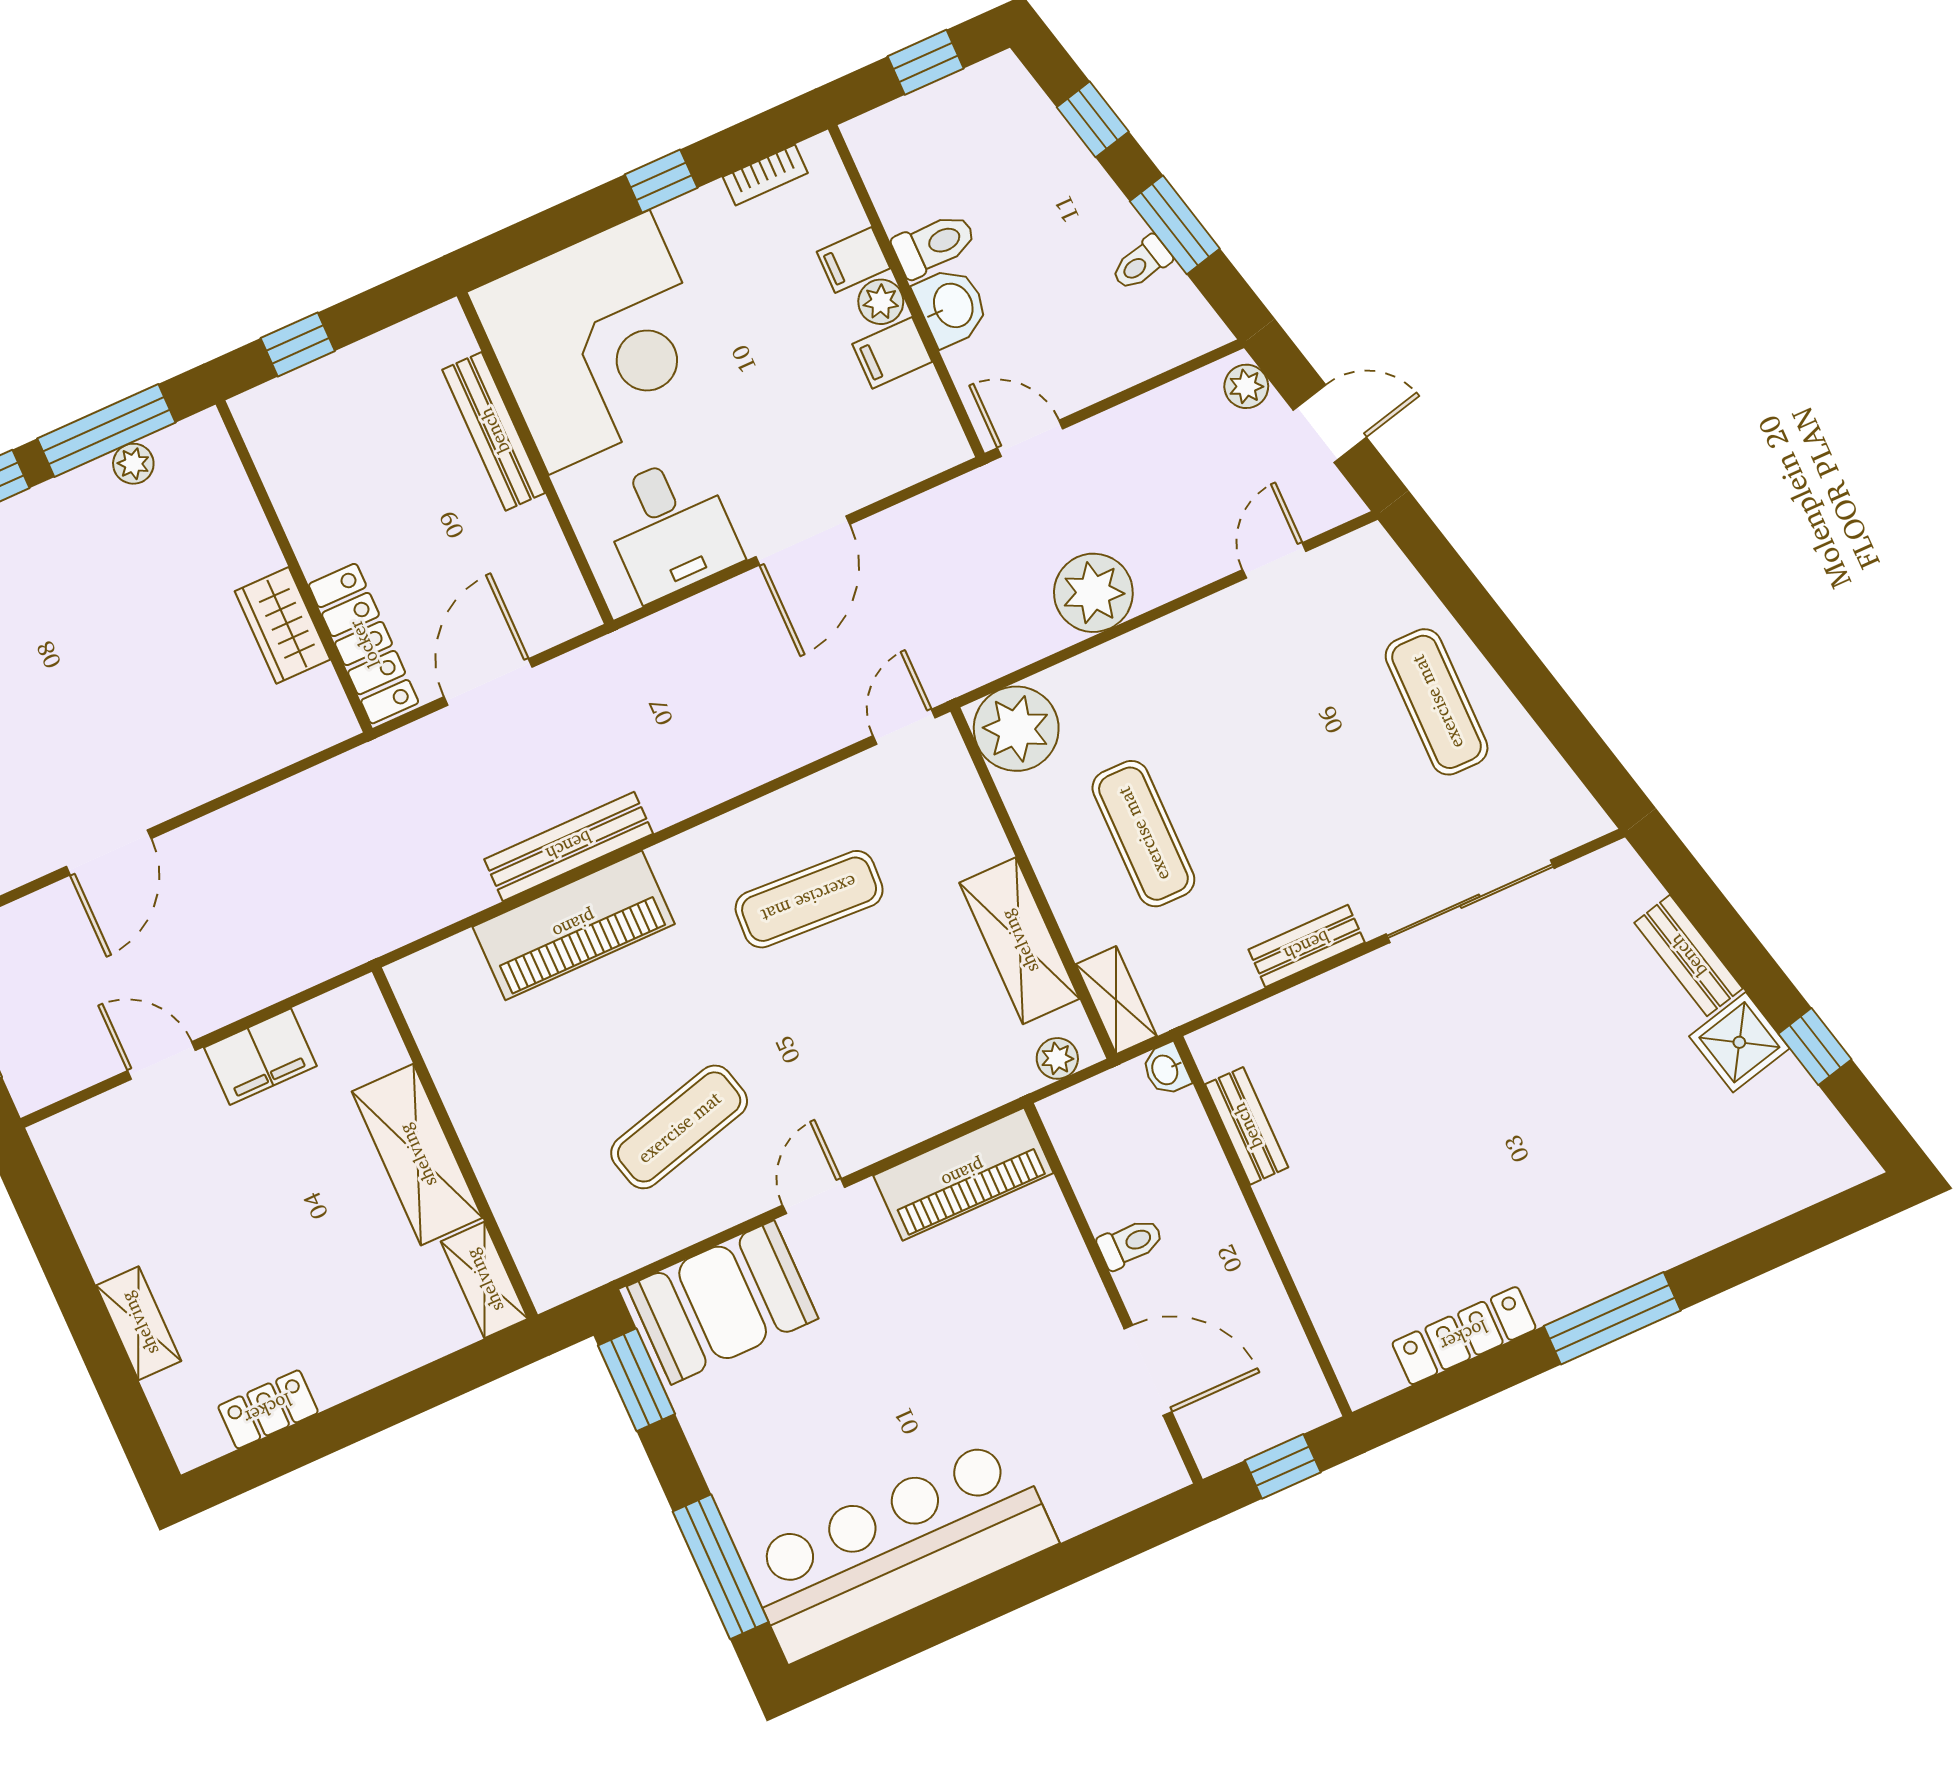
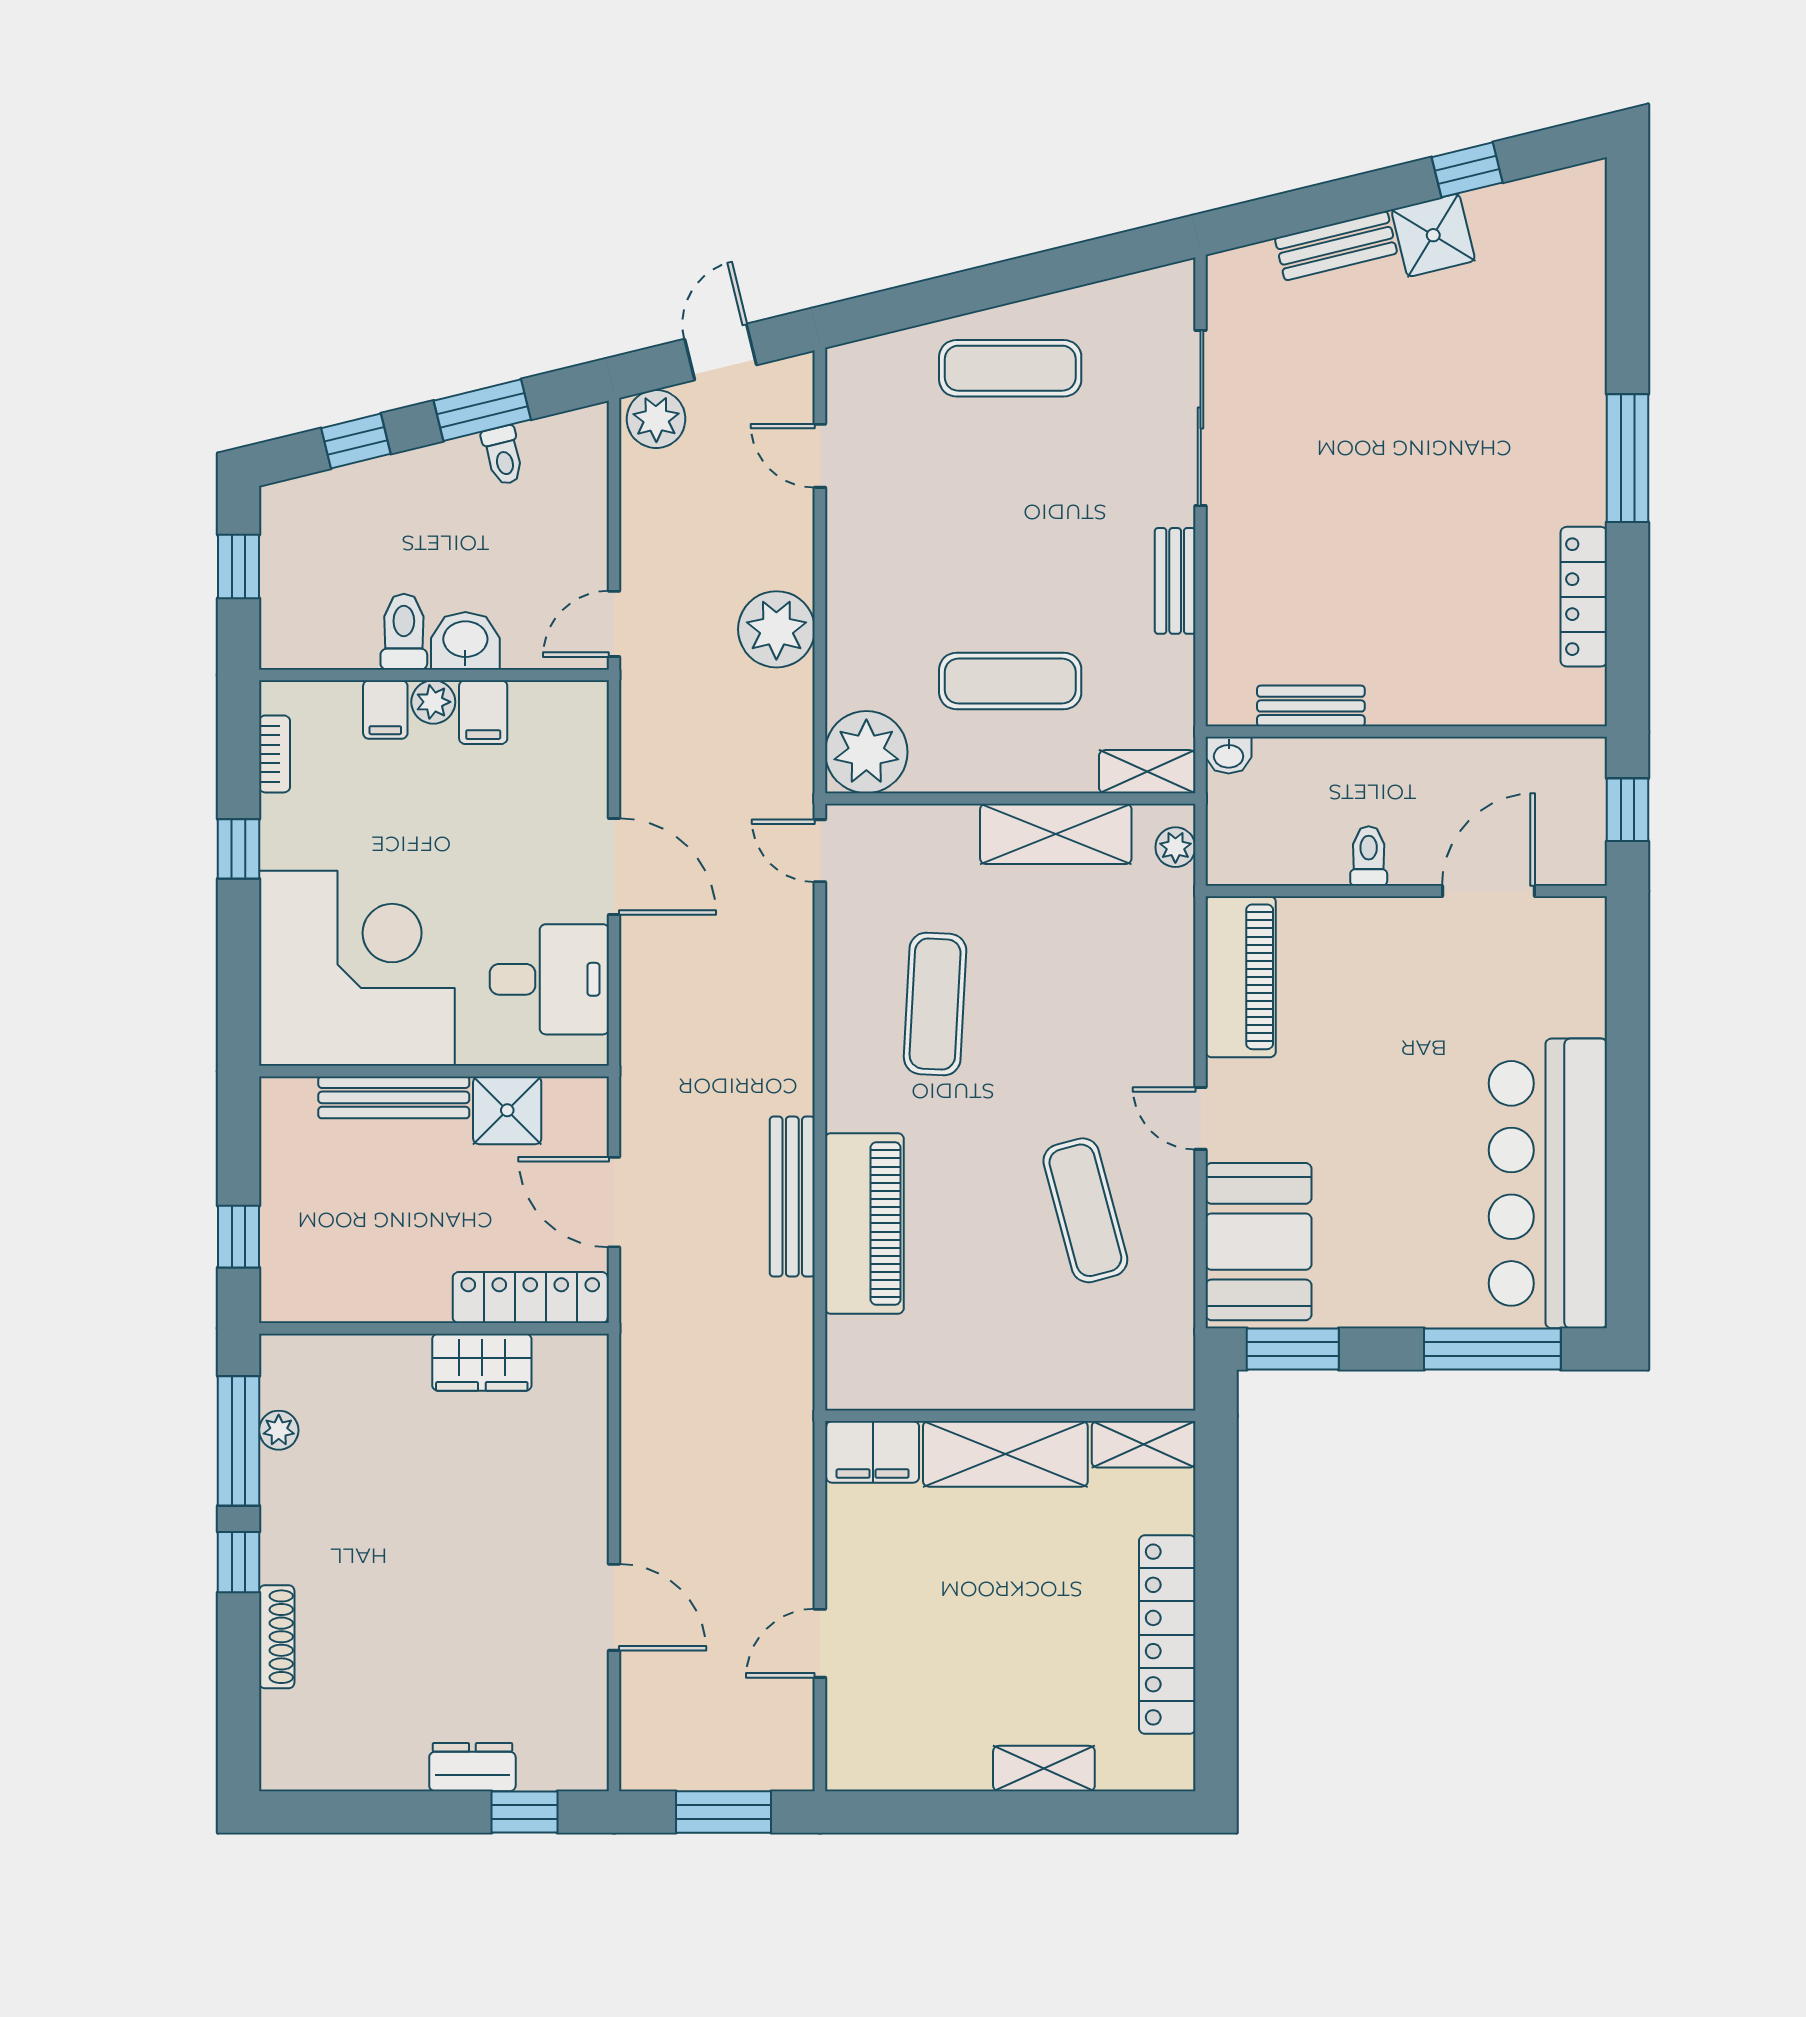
plant: (1246, 386) -> (656, 419), width x1.38, depth x1.38
shower: (529, 543) -> (507, 1110), added
filing cabinet: (260, 1057) -> (873, 1452), moved, turned 90
locker: (268, 1409) -> (1167, 1635), width x2.16, depth x1.21

